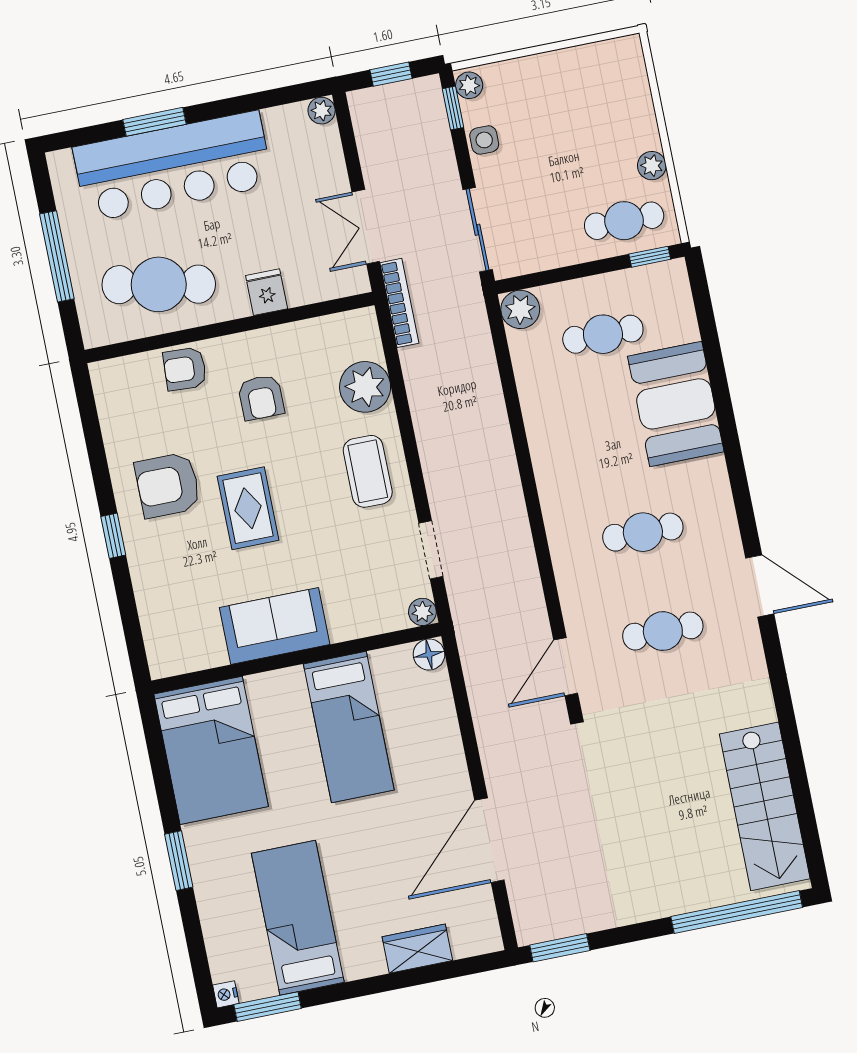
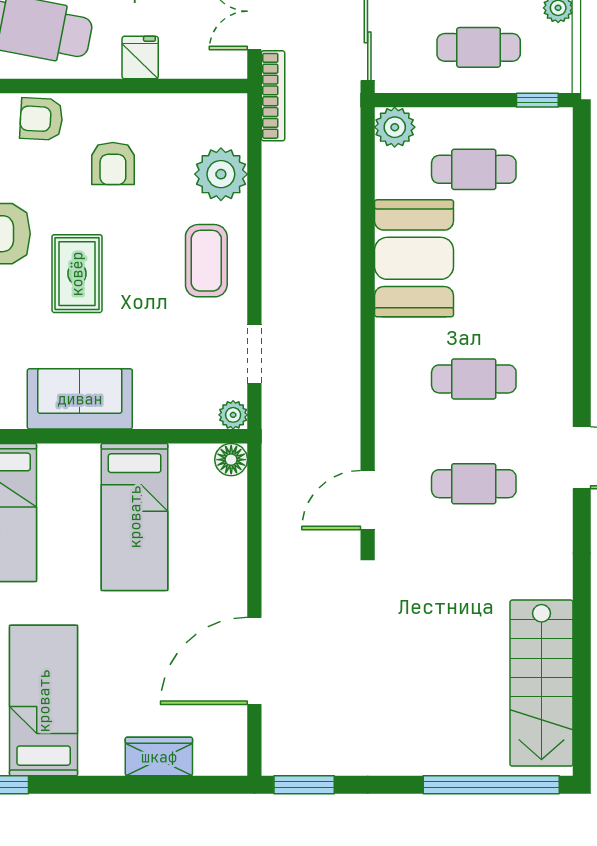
cafe table: (624, 221) -> (479, 47), moved
booth: (676, 404) -> (414, 258), moved

